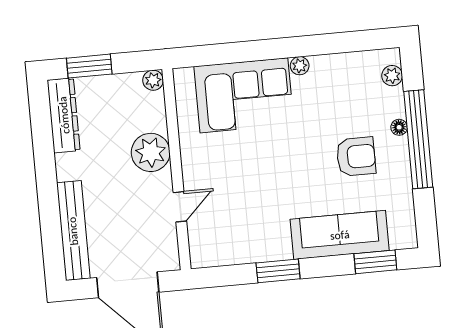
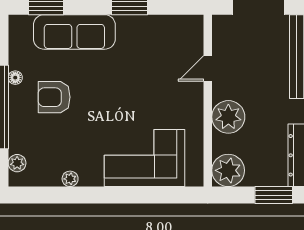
plant: (300, 66) -> (70, 179), moved
plant: (153, 80) -> (228, 170), width x1.88, depth x1.88
floor lamp: (399, 127) -> (15, 78), moved

